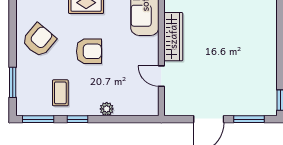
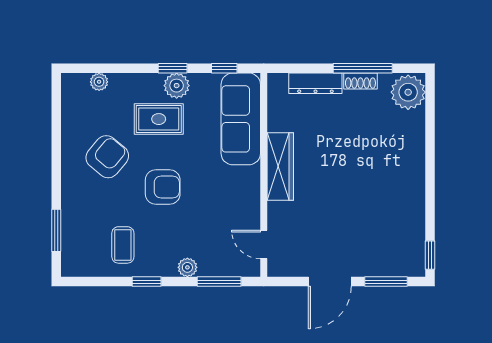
armchair: (39, 40) -> (107, 157), moved
door: (161, 76) -> (264, 244), moved
window: (38, 119) -> (219, 282), moved

